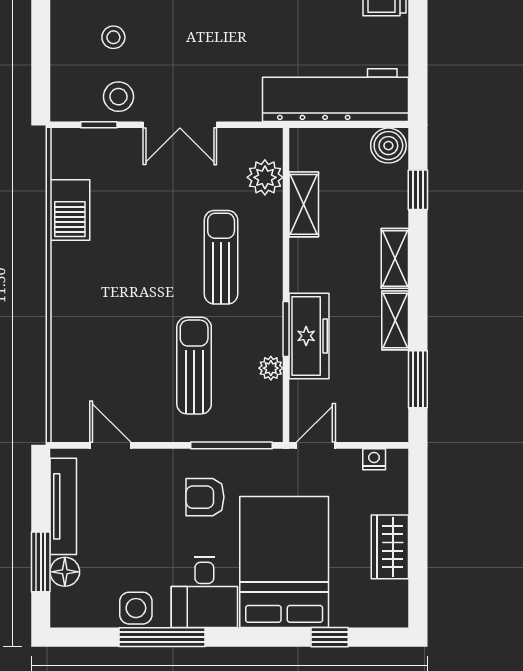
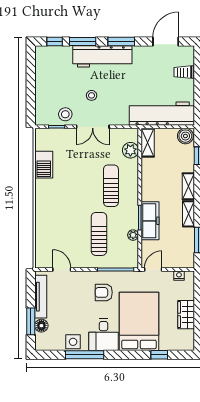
stool: (113, 37) -> (92, 95), moved
shelving: (304, 204) -> (148, 143), moved

